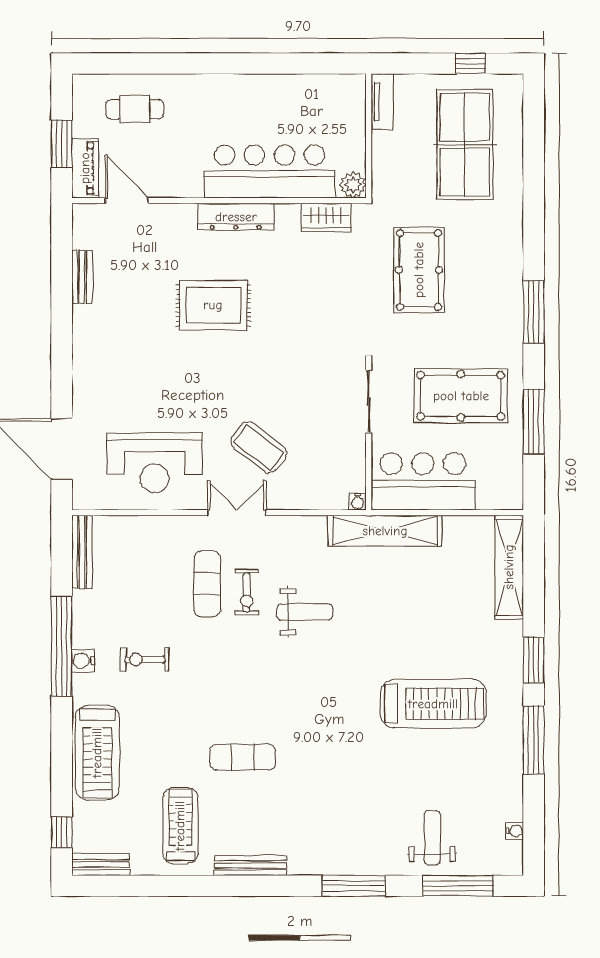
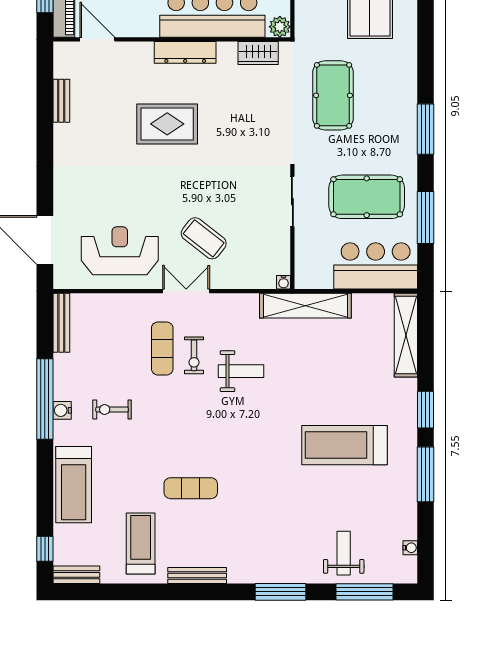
reception desk: (155, 463) -> (120, 251), turned 180
bar counter: (423, 481) -> (376, 266), moved
treadmill: (433, 704) -> (345, 445), turned 180

